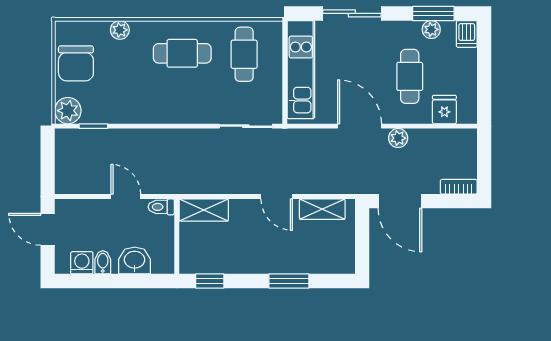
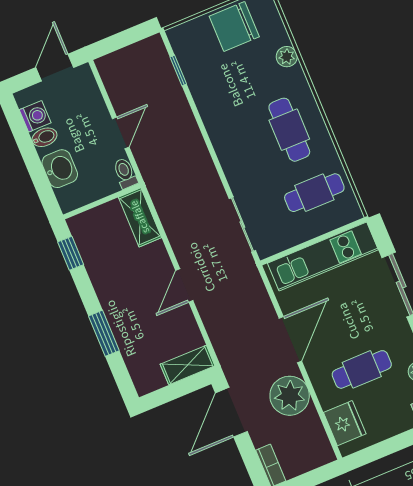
fridge: (444, 110) -> (345, 423), width x1.38
plant: (68, 111) -> (183, 38), removed
plant: (398, 138) -> (290, 396), width x1.87, depth x1.87
shelving: (322, 209) -> (188, 365), moved, turned 90

